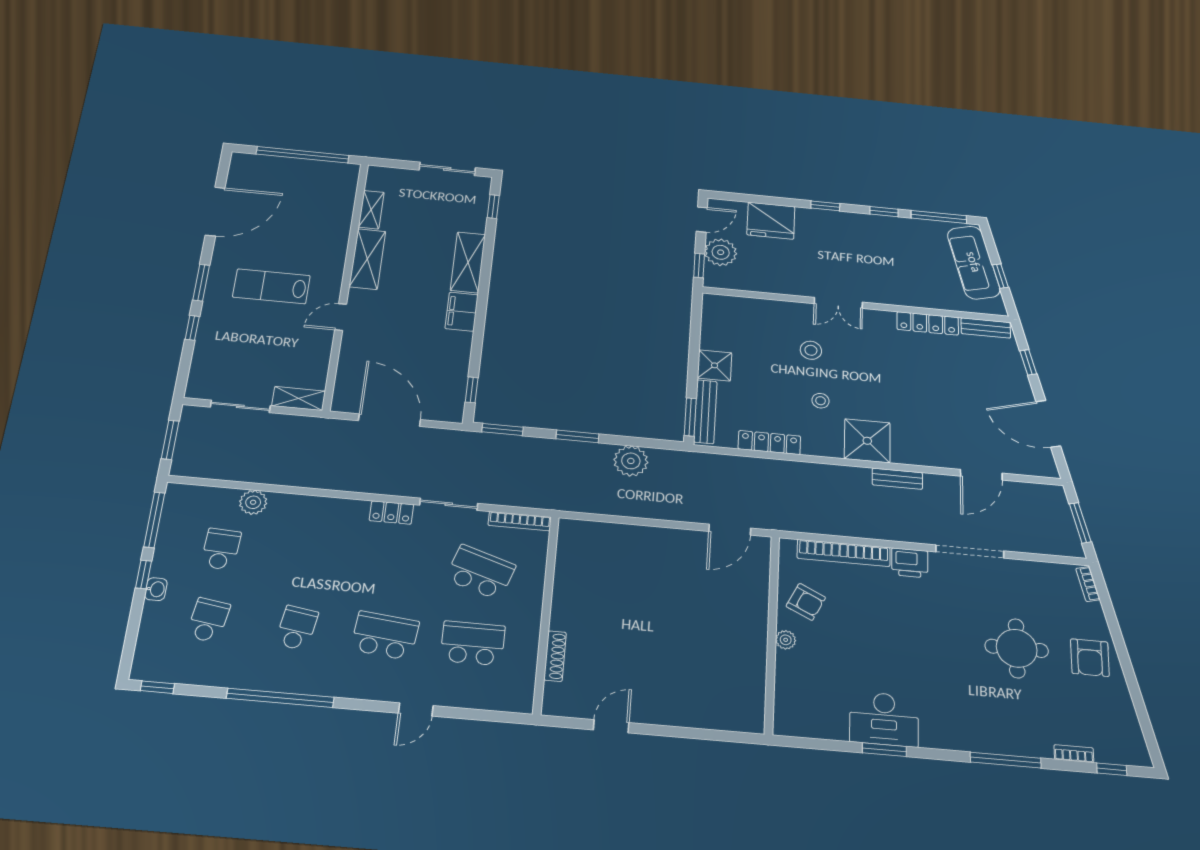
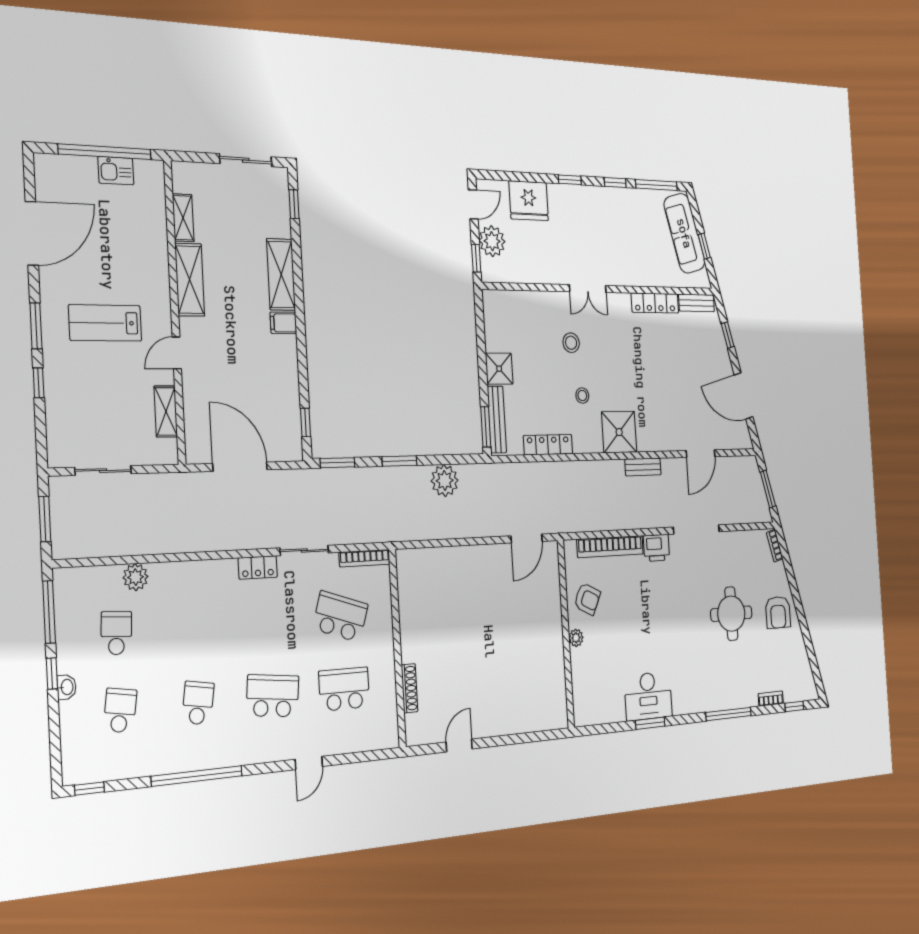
kitchen sink: (310, 169) -> (116, 171), added
filing cabinet: (462, 312) -> (283, 323), width x0.50
shelving: (299, 398) -> (166, 411), moved, turned 90

